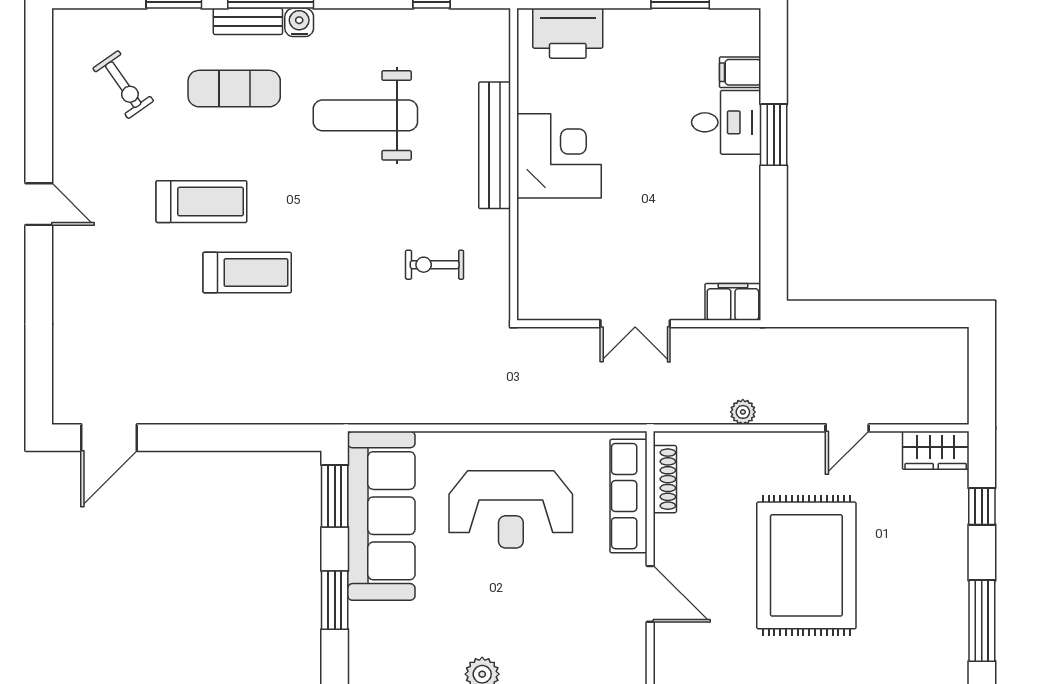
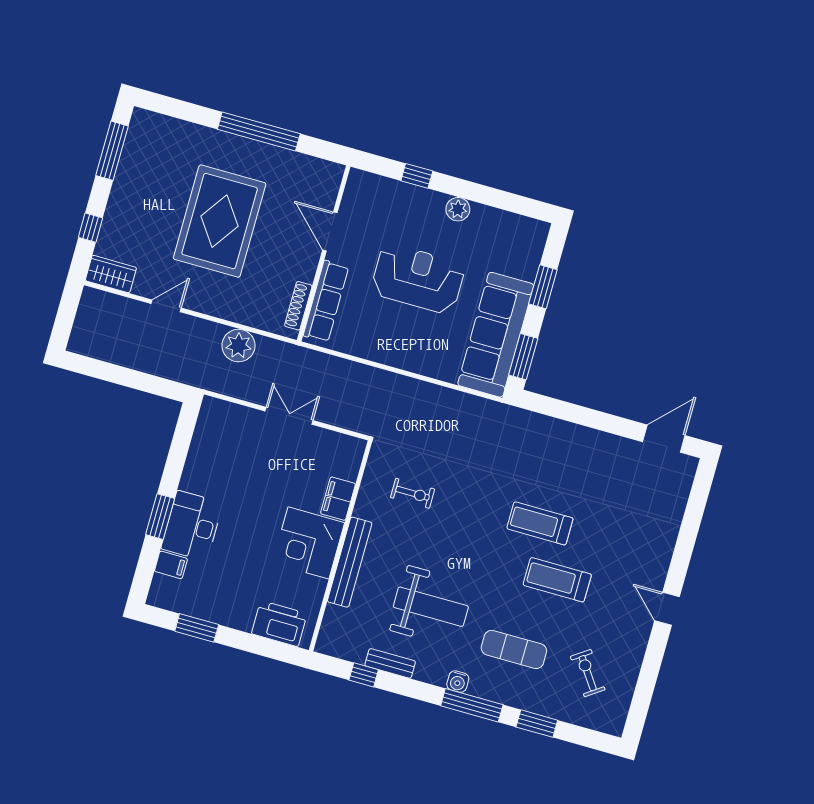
bench: (248, 21) -> (390, 663), moved
desk: (726, 122) -> (192, 526), width x1.37
filing cabinet: (733, 302) -> (338, 499), moved, turned 90
plant: (743, 412) -> (239, 346), width x1.87, depth x1.87
reception desk: (511, 509) -> (418, 279), moved

